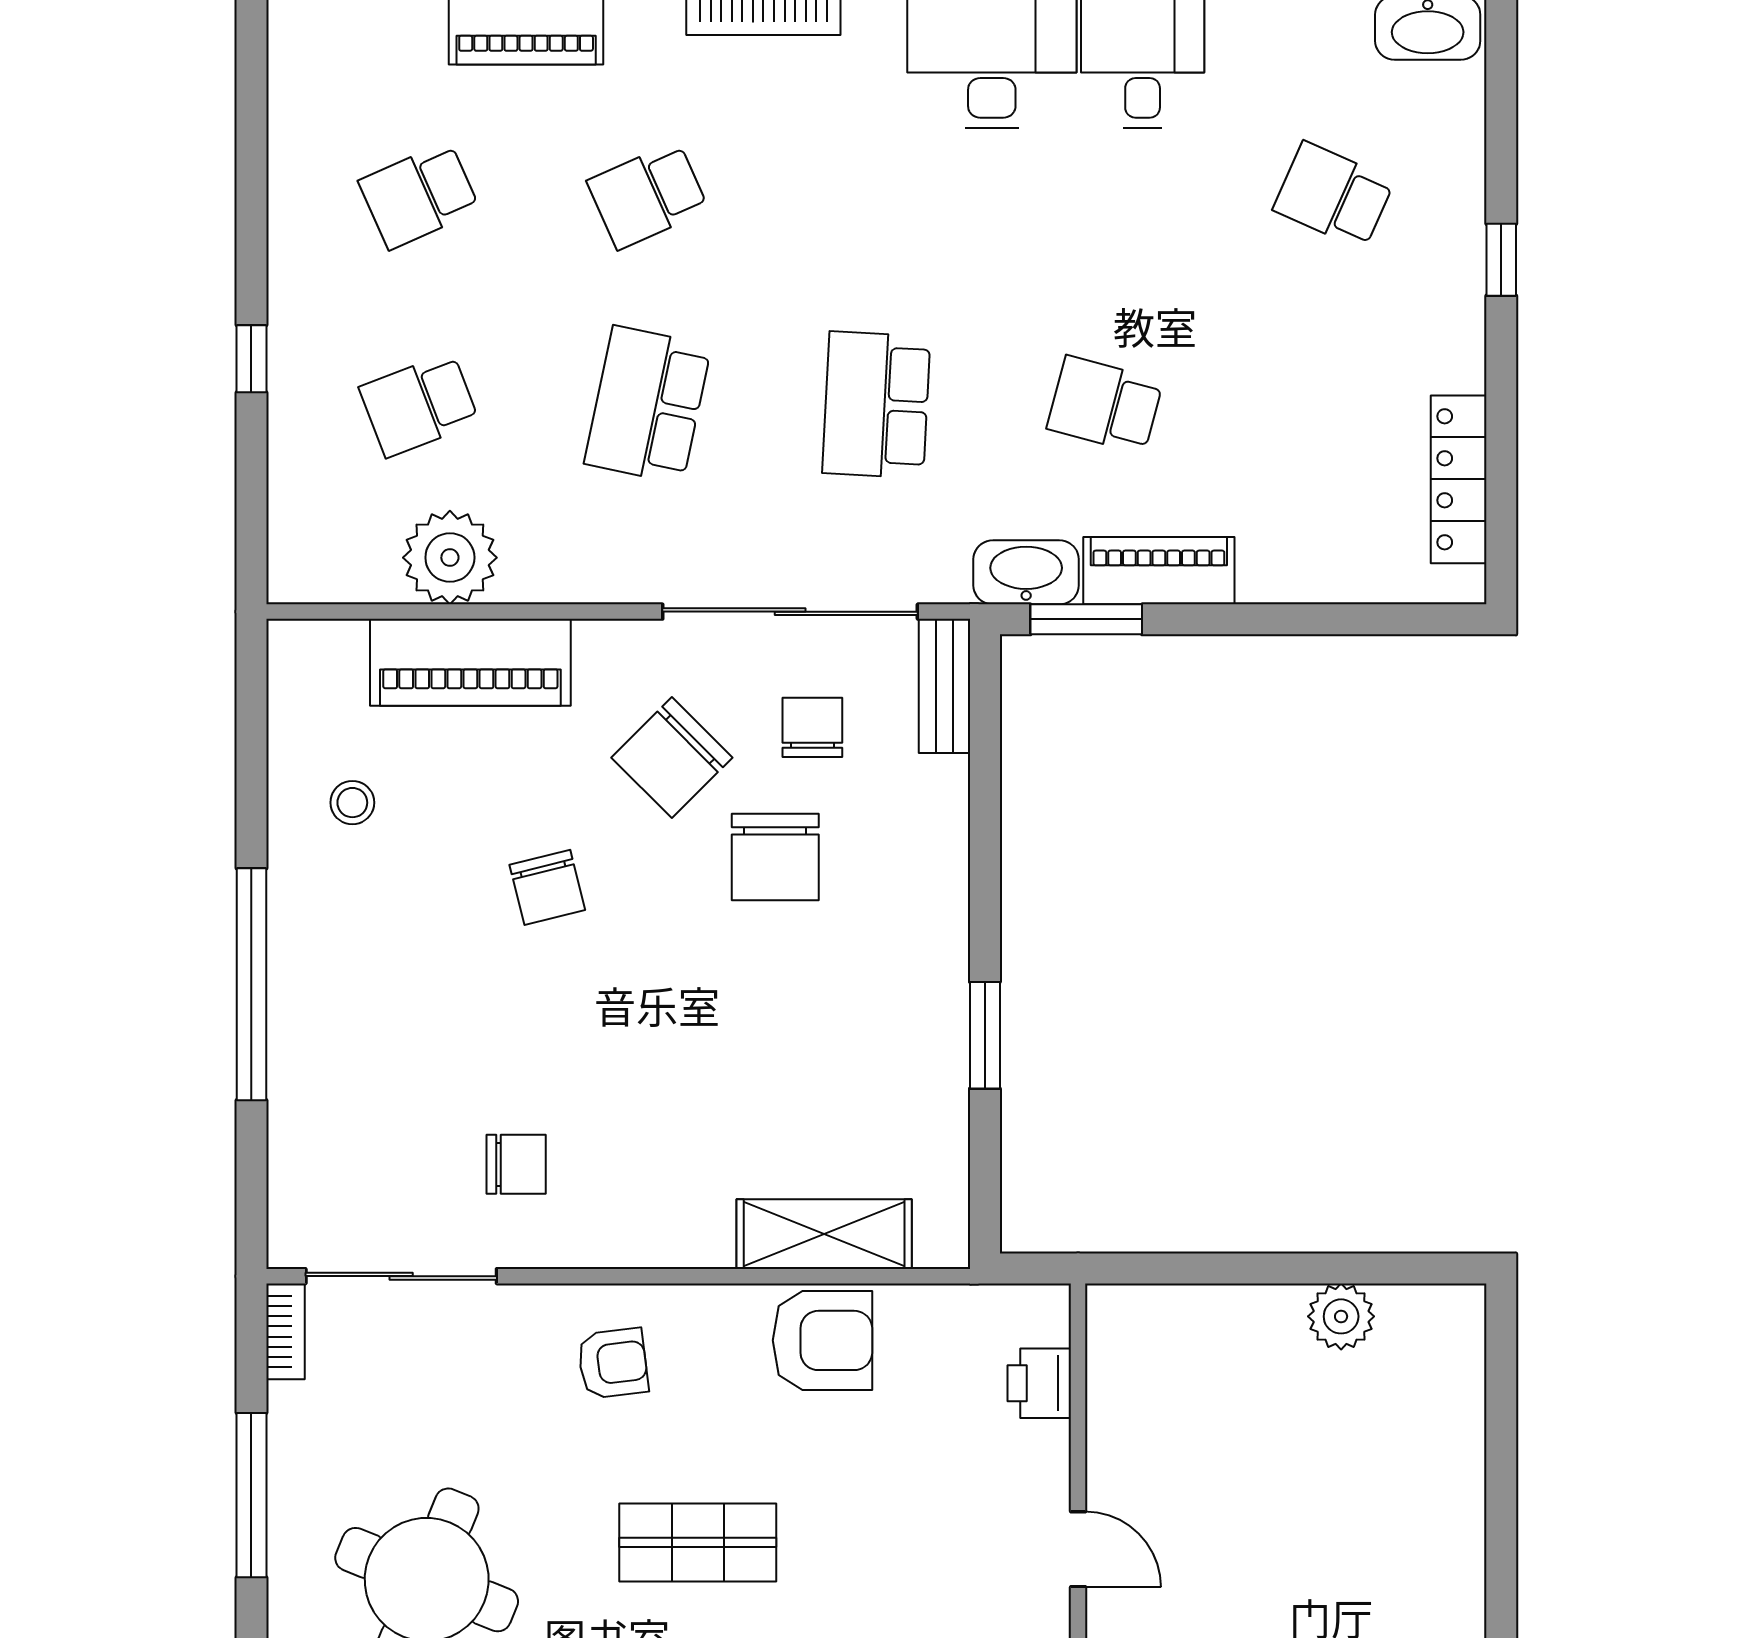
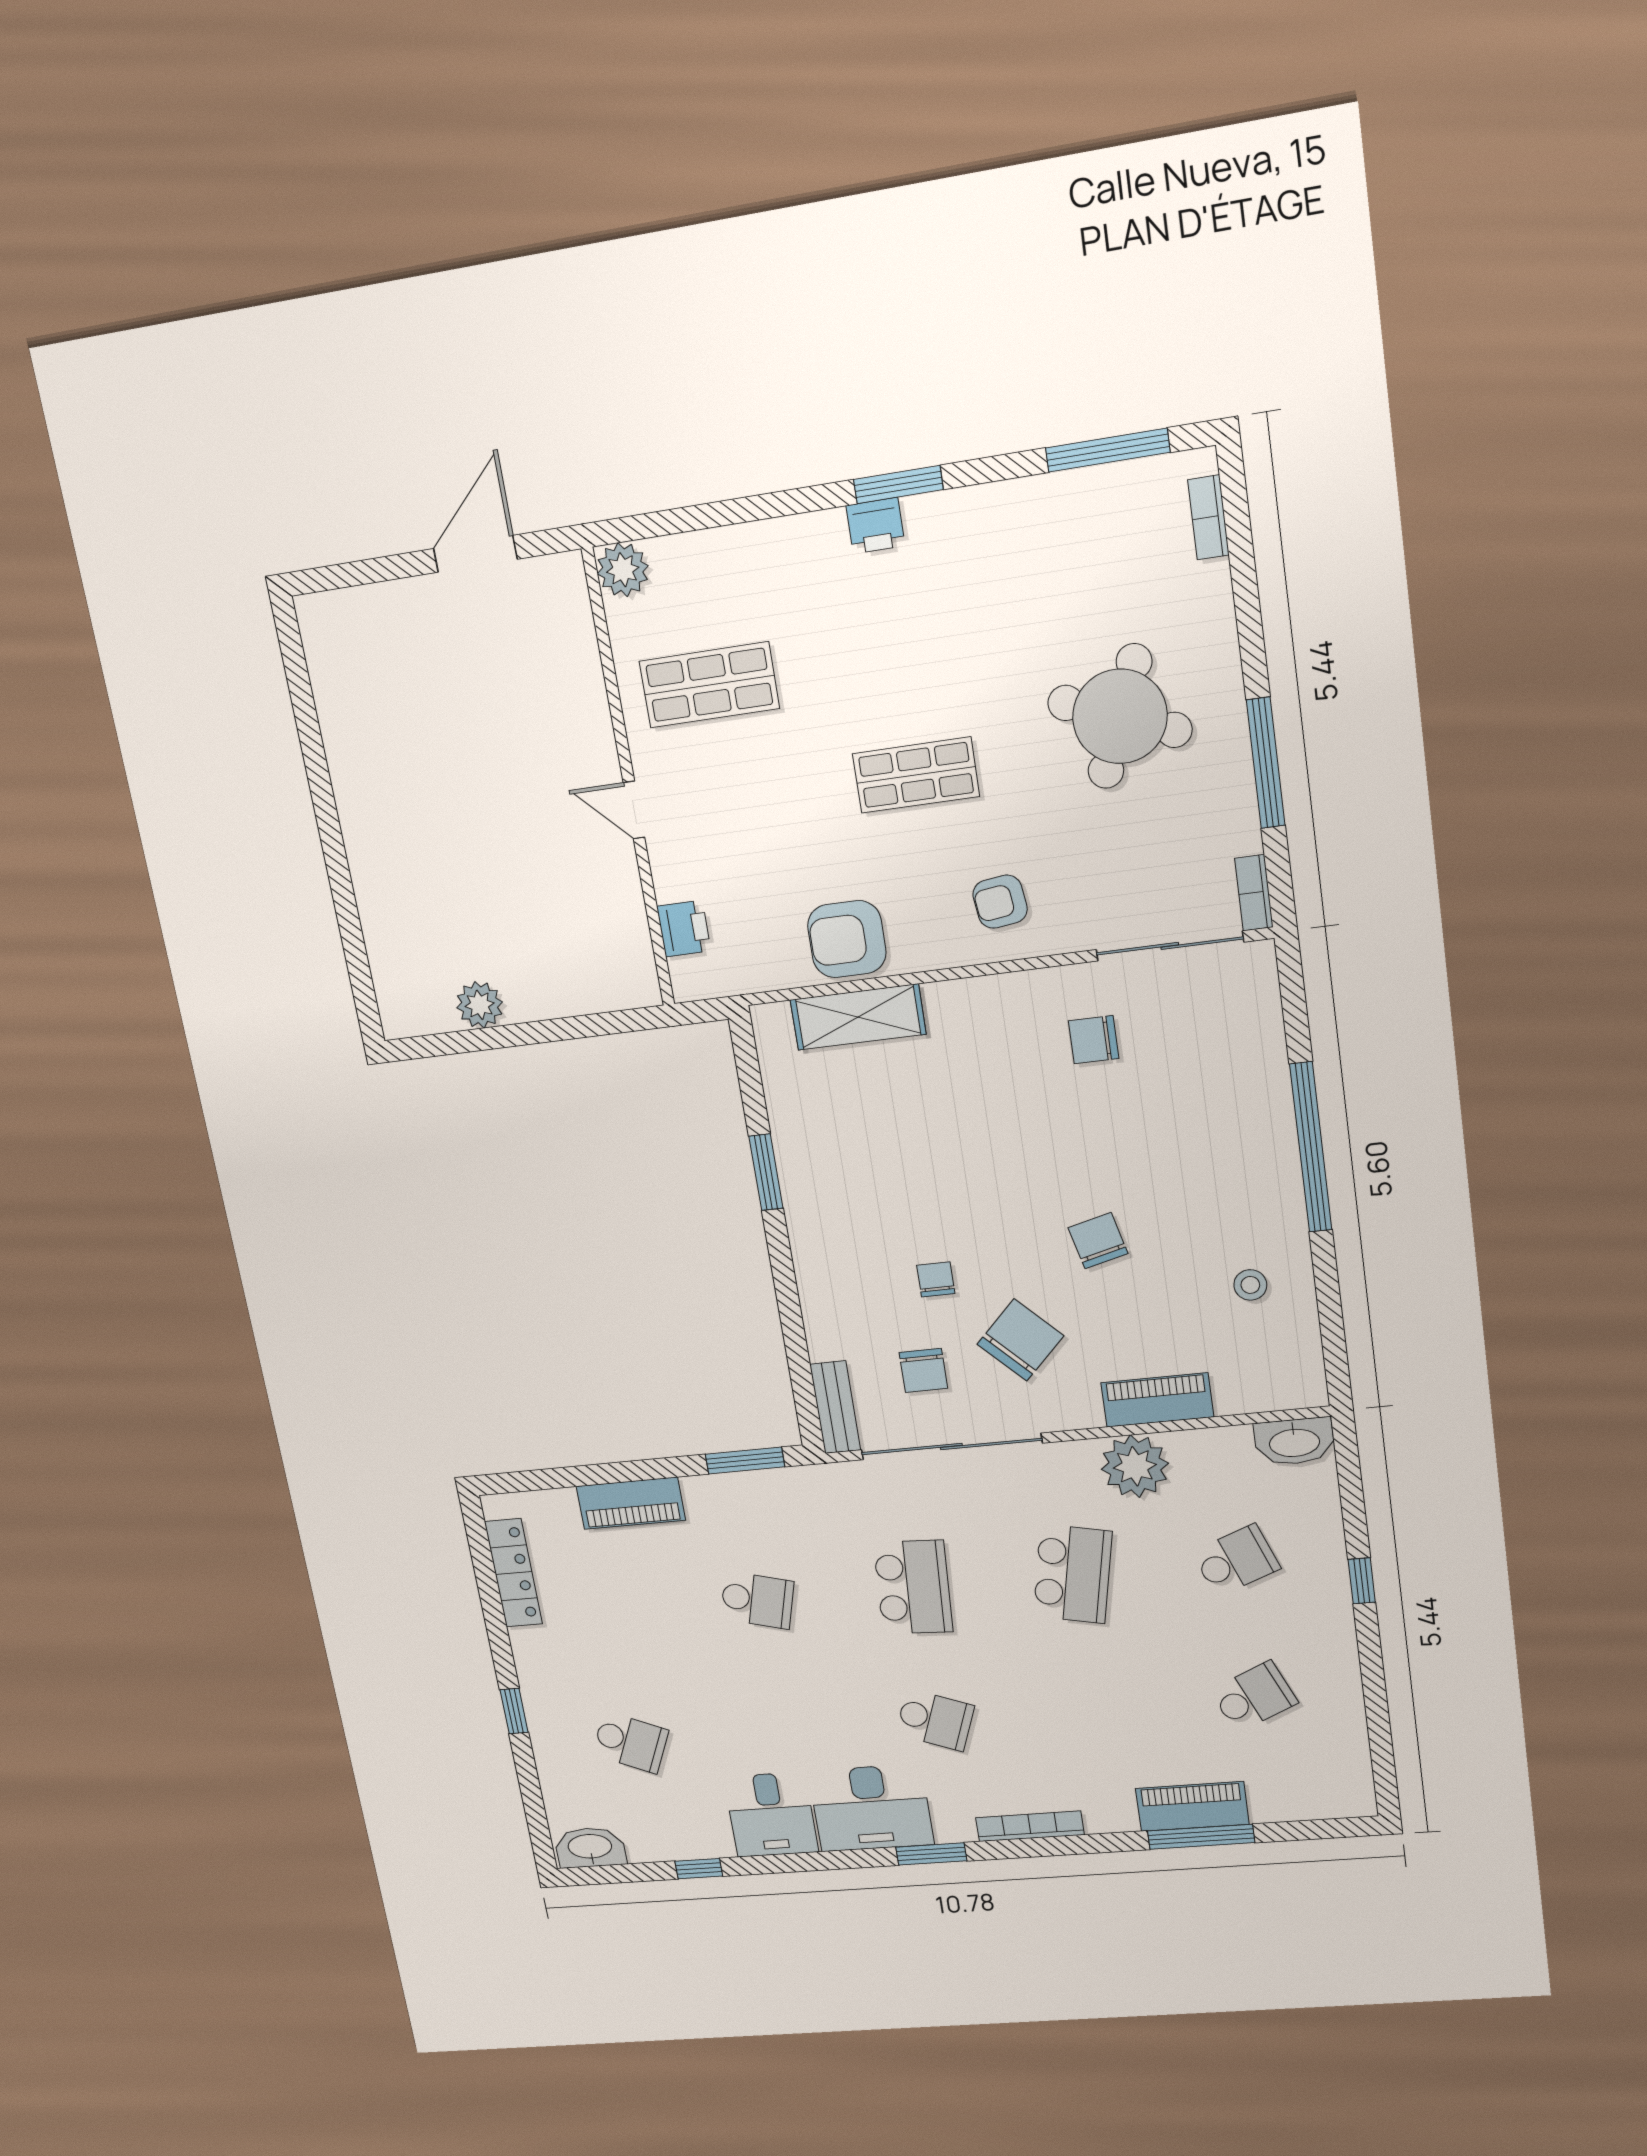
school desk: (648, 195) -> (935, 1720), moved, turned 45
plant: (450, 558) -> (1135, 1466), moved
piano: (1159, 571) -> (631, 1503), moved
washbasin: (1026, 572) -> (1294, 1442), moved
piano: (470, 662) -> (1157, 1400), width x0.73, depth x0.75
chair: (775, 857) -> (936, 1279), width x0.54, depth x0.54

